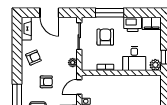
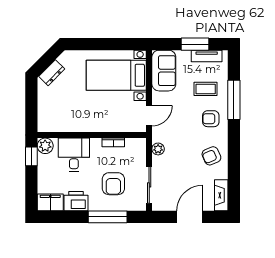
door: (49, 13) -> (190, 217), hinge flipped
armchair: (46, 82) -> (211, 119), moved

